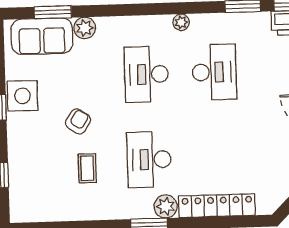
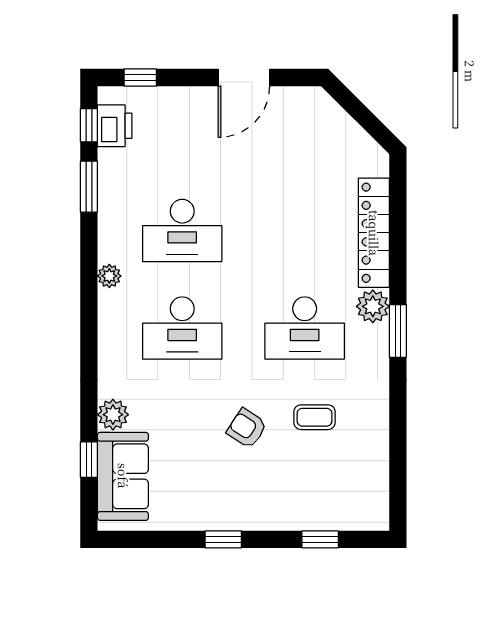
window: (53, 12) -> (89, 460), width x0.67
desk: (214, 72) -> (182, 231), turned 180
side table: (22, 96) -> (208, 507), removed

